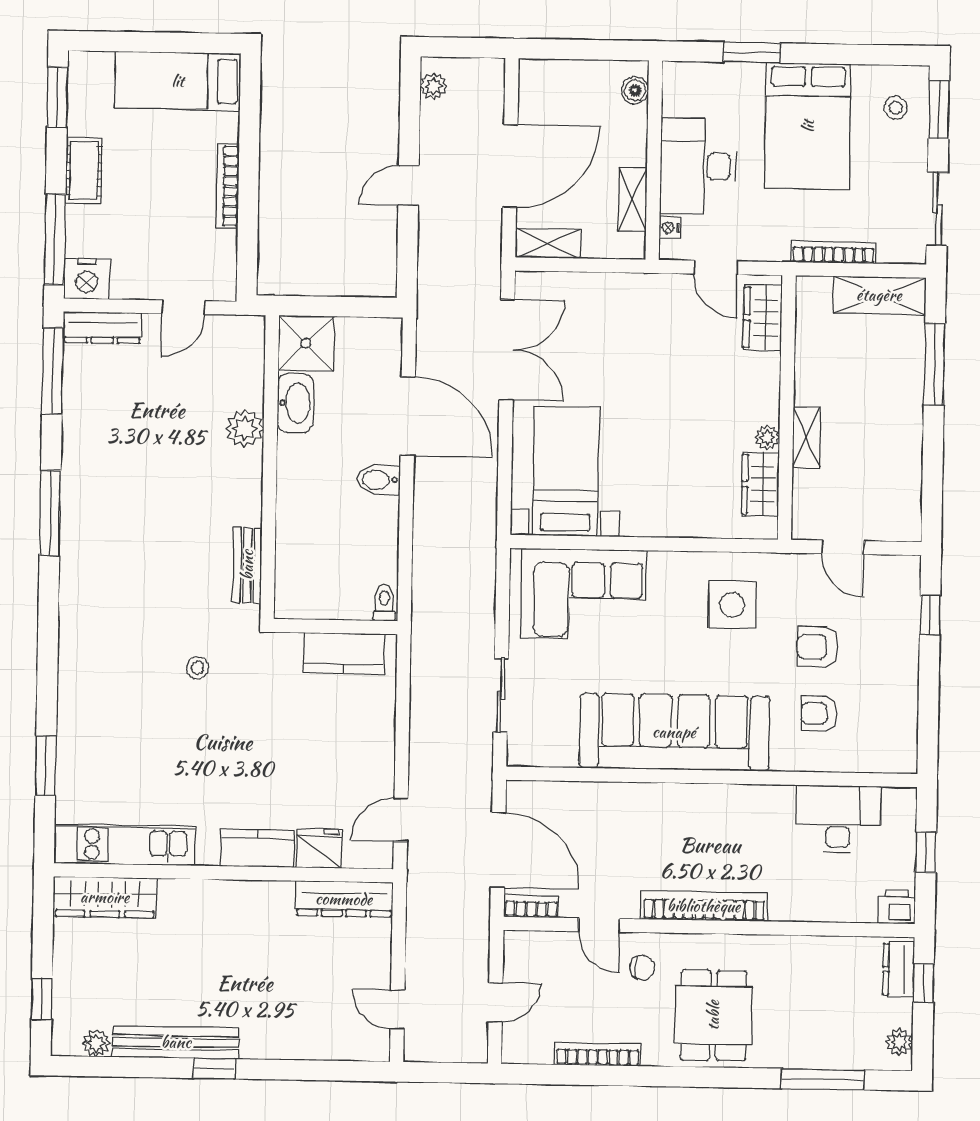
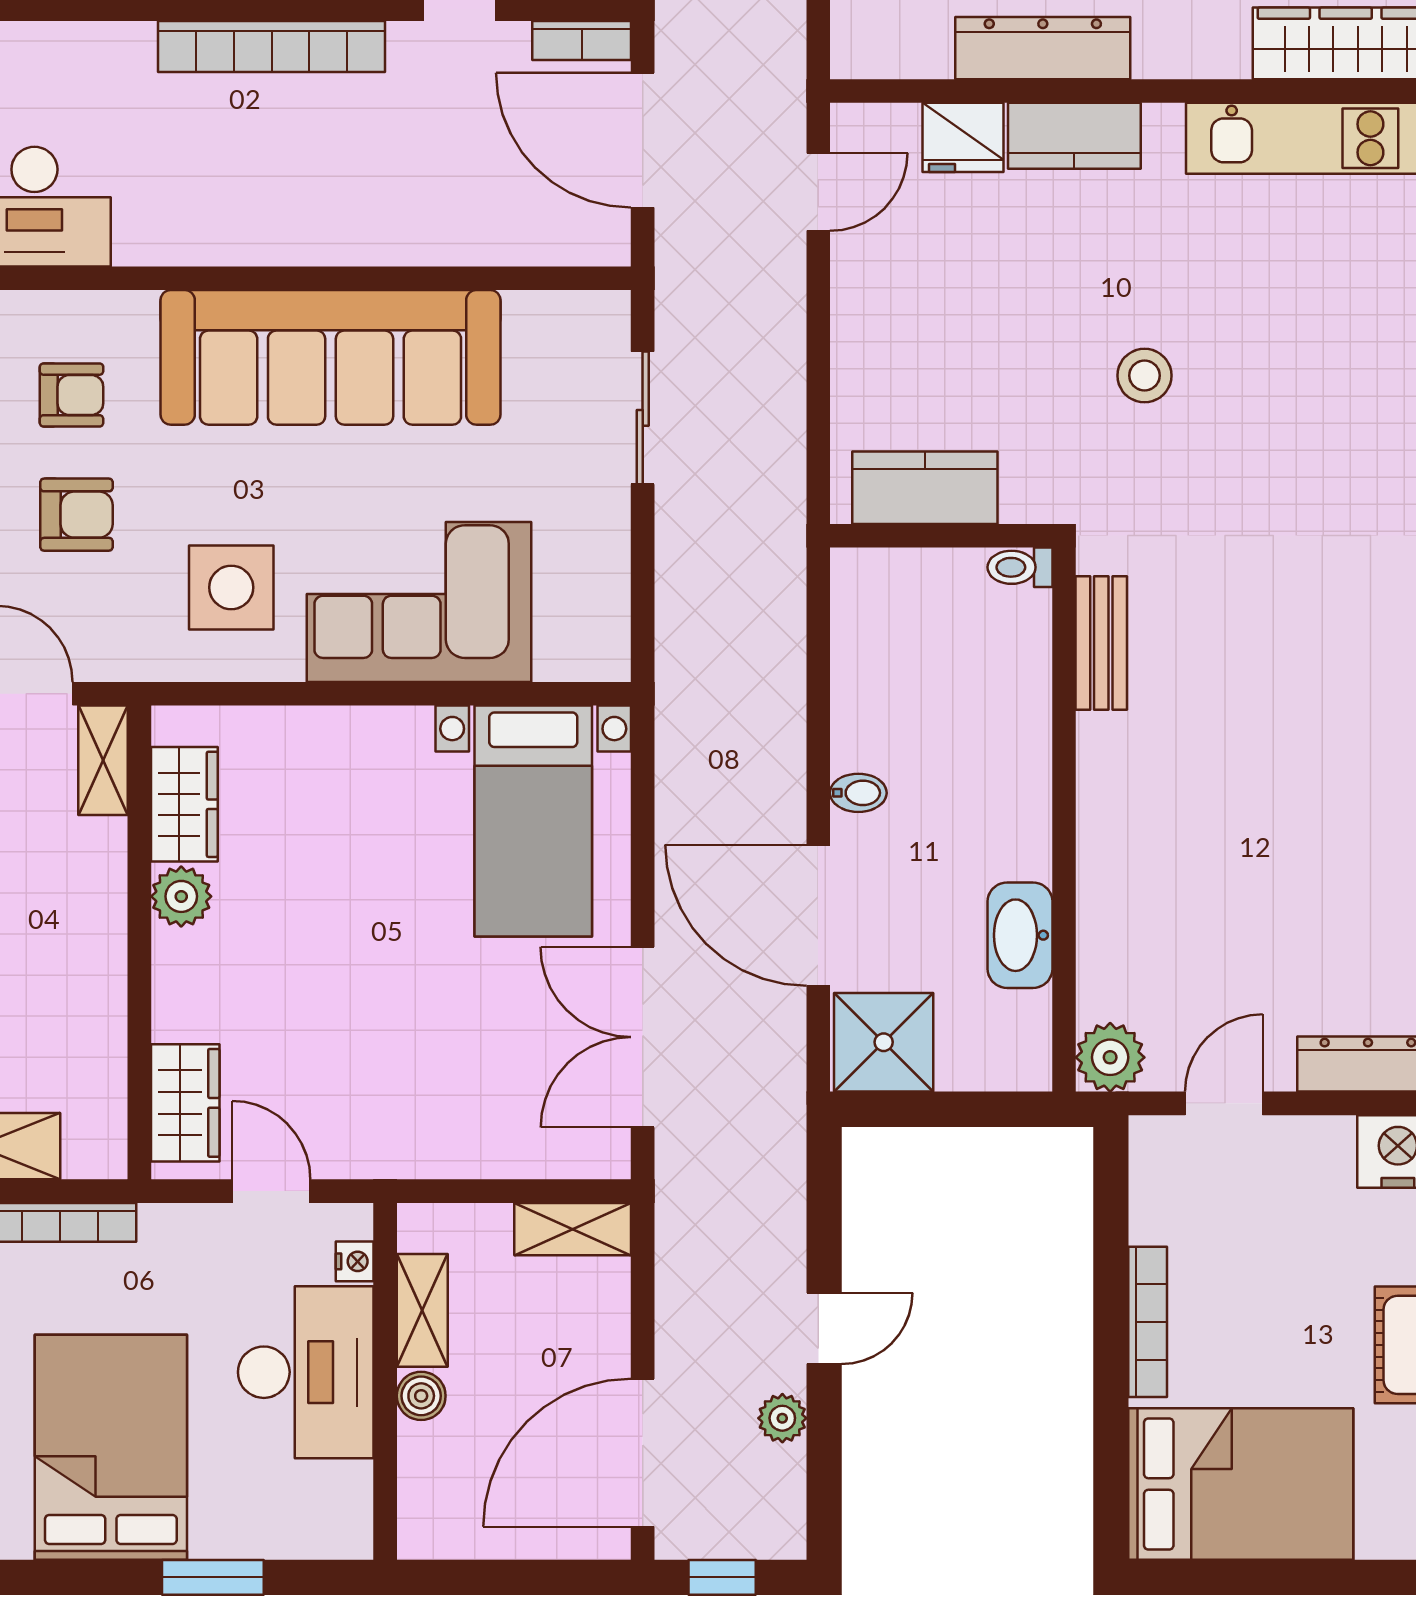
window: (468, 48) -> (722, 1577), added
bed: (178, 81) -> (1241, 1484), width x1.50
plant: (434, 86) -> (782, 1418), moved
boiler: (635, 90) -> (421, 1396), moved
door: (510, 166) -> (643, 1453), moved
shower: (306, 343) -> (884, 1042), moved
plant: (245, 428) -> (1110, 1057), moved
plant: (767, 437) -> (181, 896), width x1.38, depth x1.38
shelving: (806, 437) -> (103, 760), moved
bidet: (379, 480) -> (858, 793), width x0.72, depth x0.74
corner sofa: (584, 594) -> (419, 602), moved
toilet: (384, 603) -> (1020, 567), moved, turned 90
stool: (197, 668) -> (1144, 376), moved, width x1.37, depth x1.37
dresser: (344, 899) -> (1043, 48), moved

